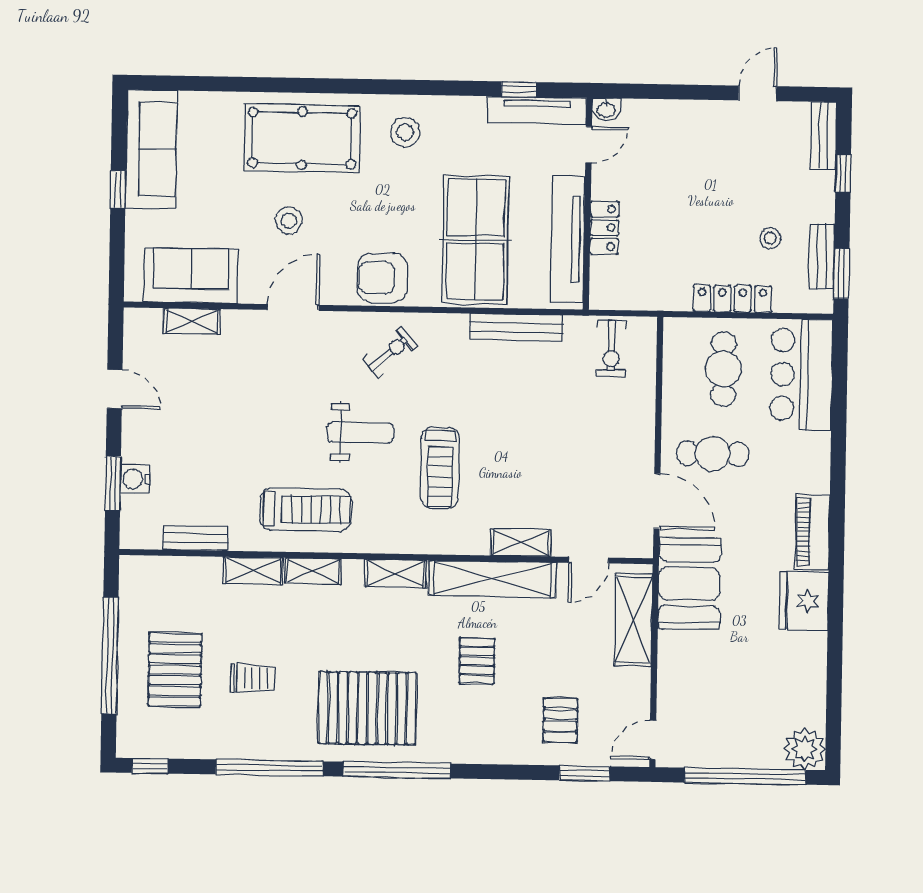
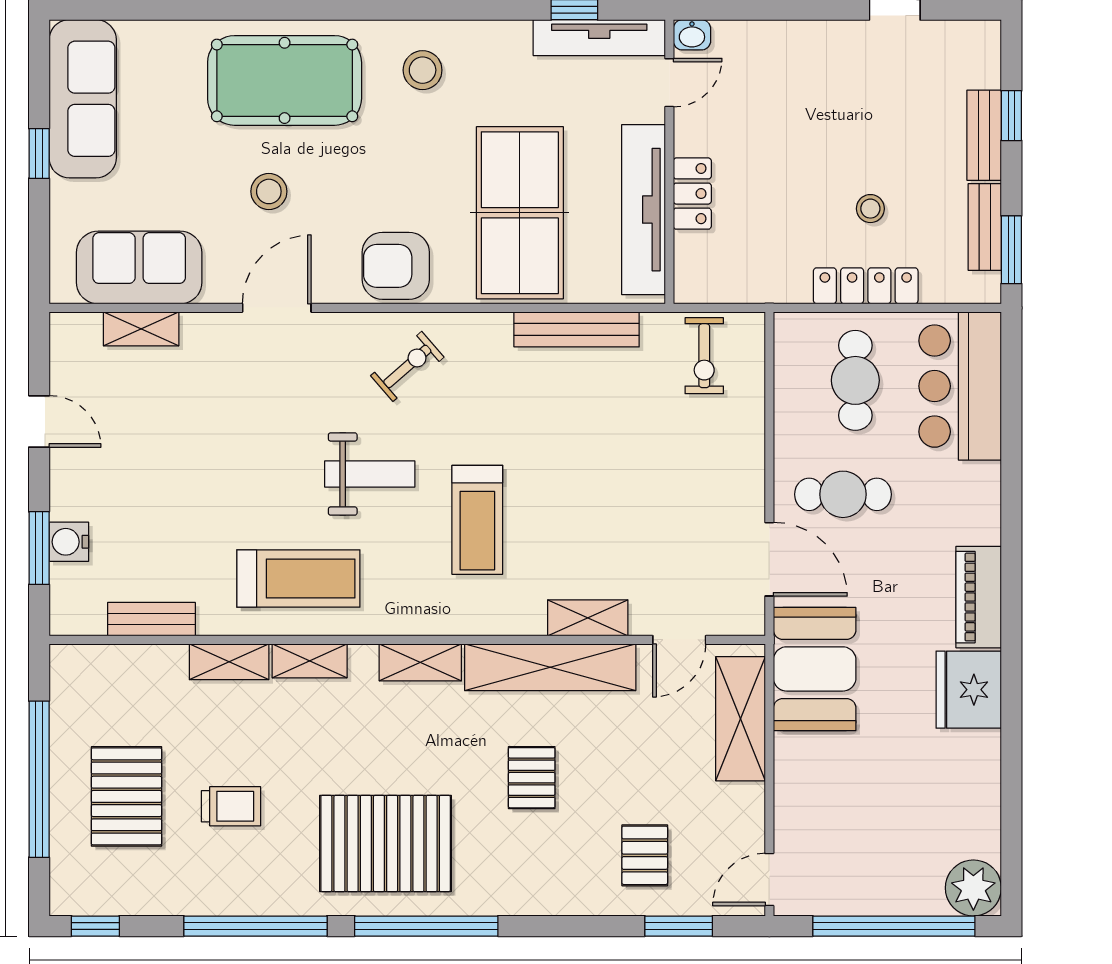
bench: (824, 136) -> (984, 135), moved
stool: (770, 238) -> (870, 209), moved

